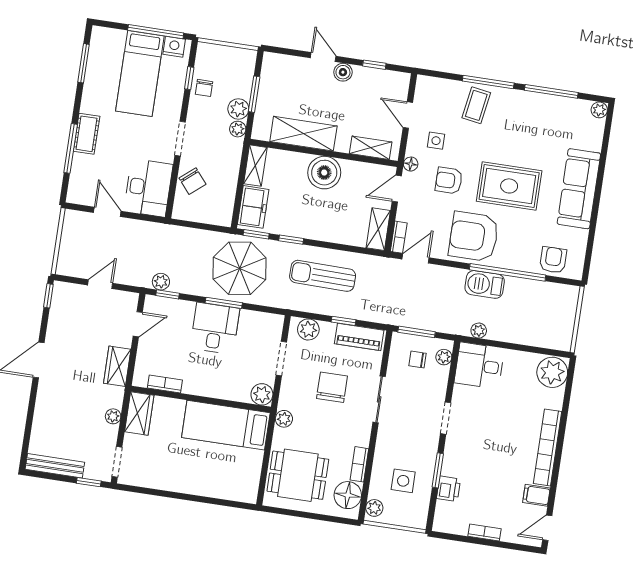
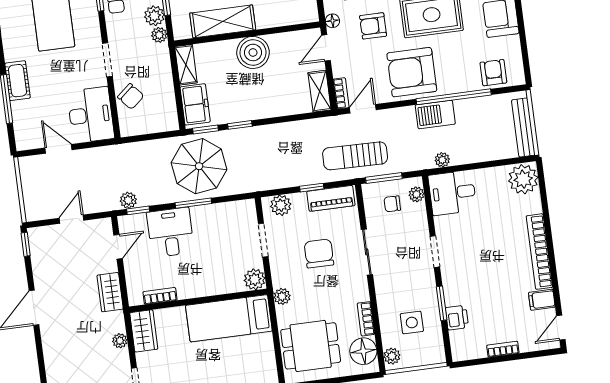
shelving: (371, 148) -> (290, 16), removed
sun lounger: (323, 276) -> (355, 156), moved
bench: (567, 322) -> (523, 127), added
desk: (215, 328) -> (170, 232), moved

